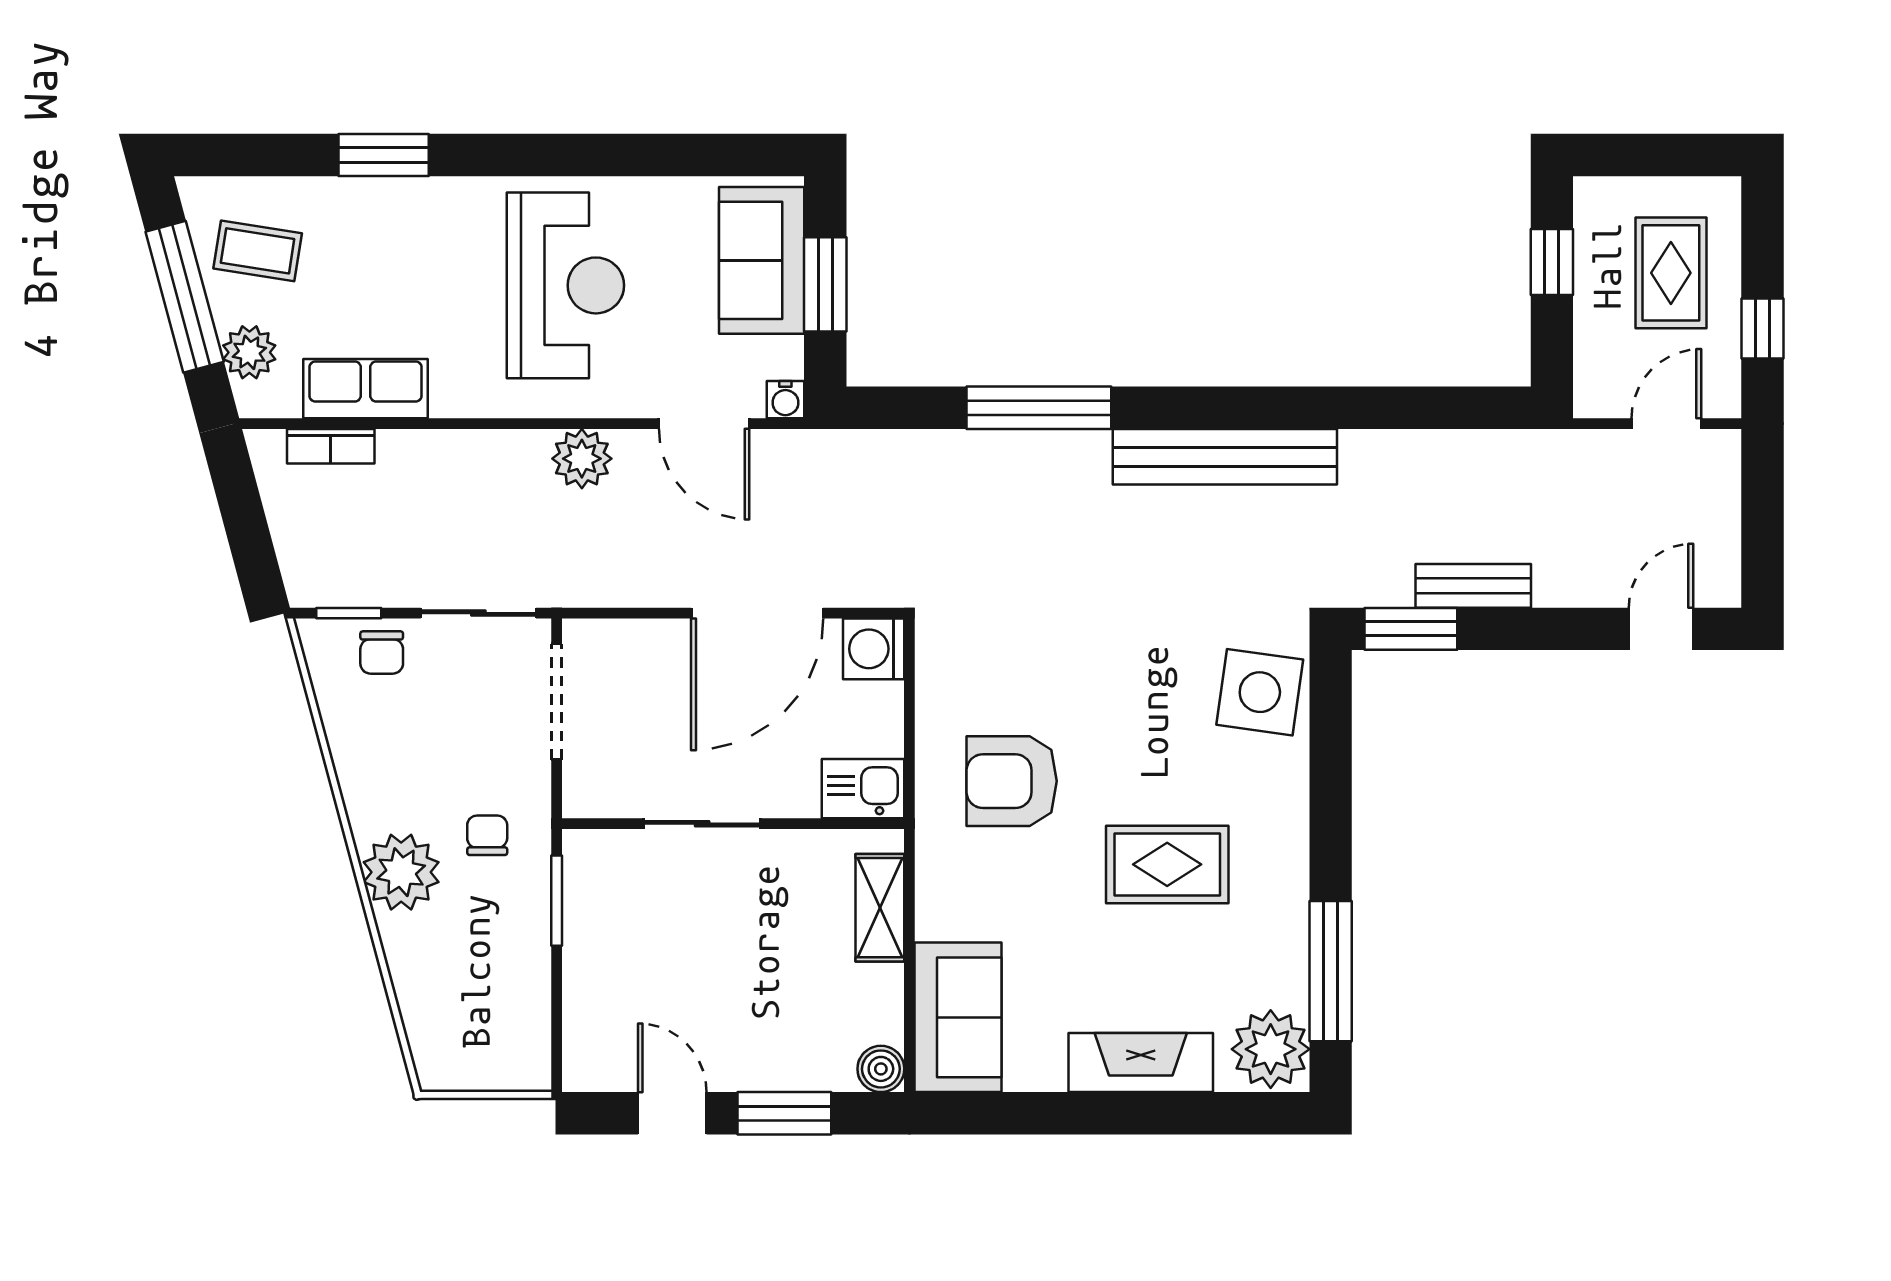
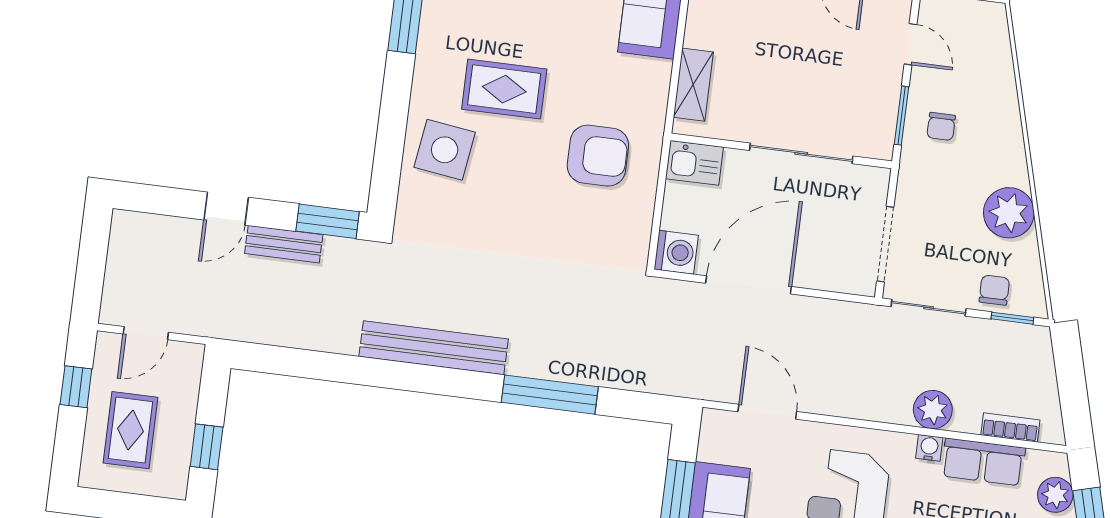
water cooler: (785, 400) -> (929, 448), moved
plant: (582, 459) -> (933, 410), moved
door: (1661, 629) -> (226, 209), moved
side table: (1260, 692) -> (445, 150), moved
sliding door: (702, 824) -> (801, 153), width x1.37
chair: (487, 835) -> (941, 126), moved
plant: (401, 872) -> (1009, 213), moved
door: (557, 1011) -> (911, 44), added

